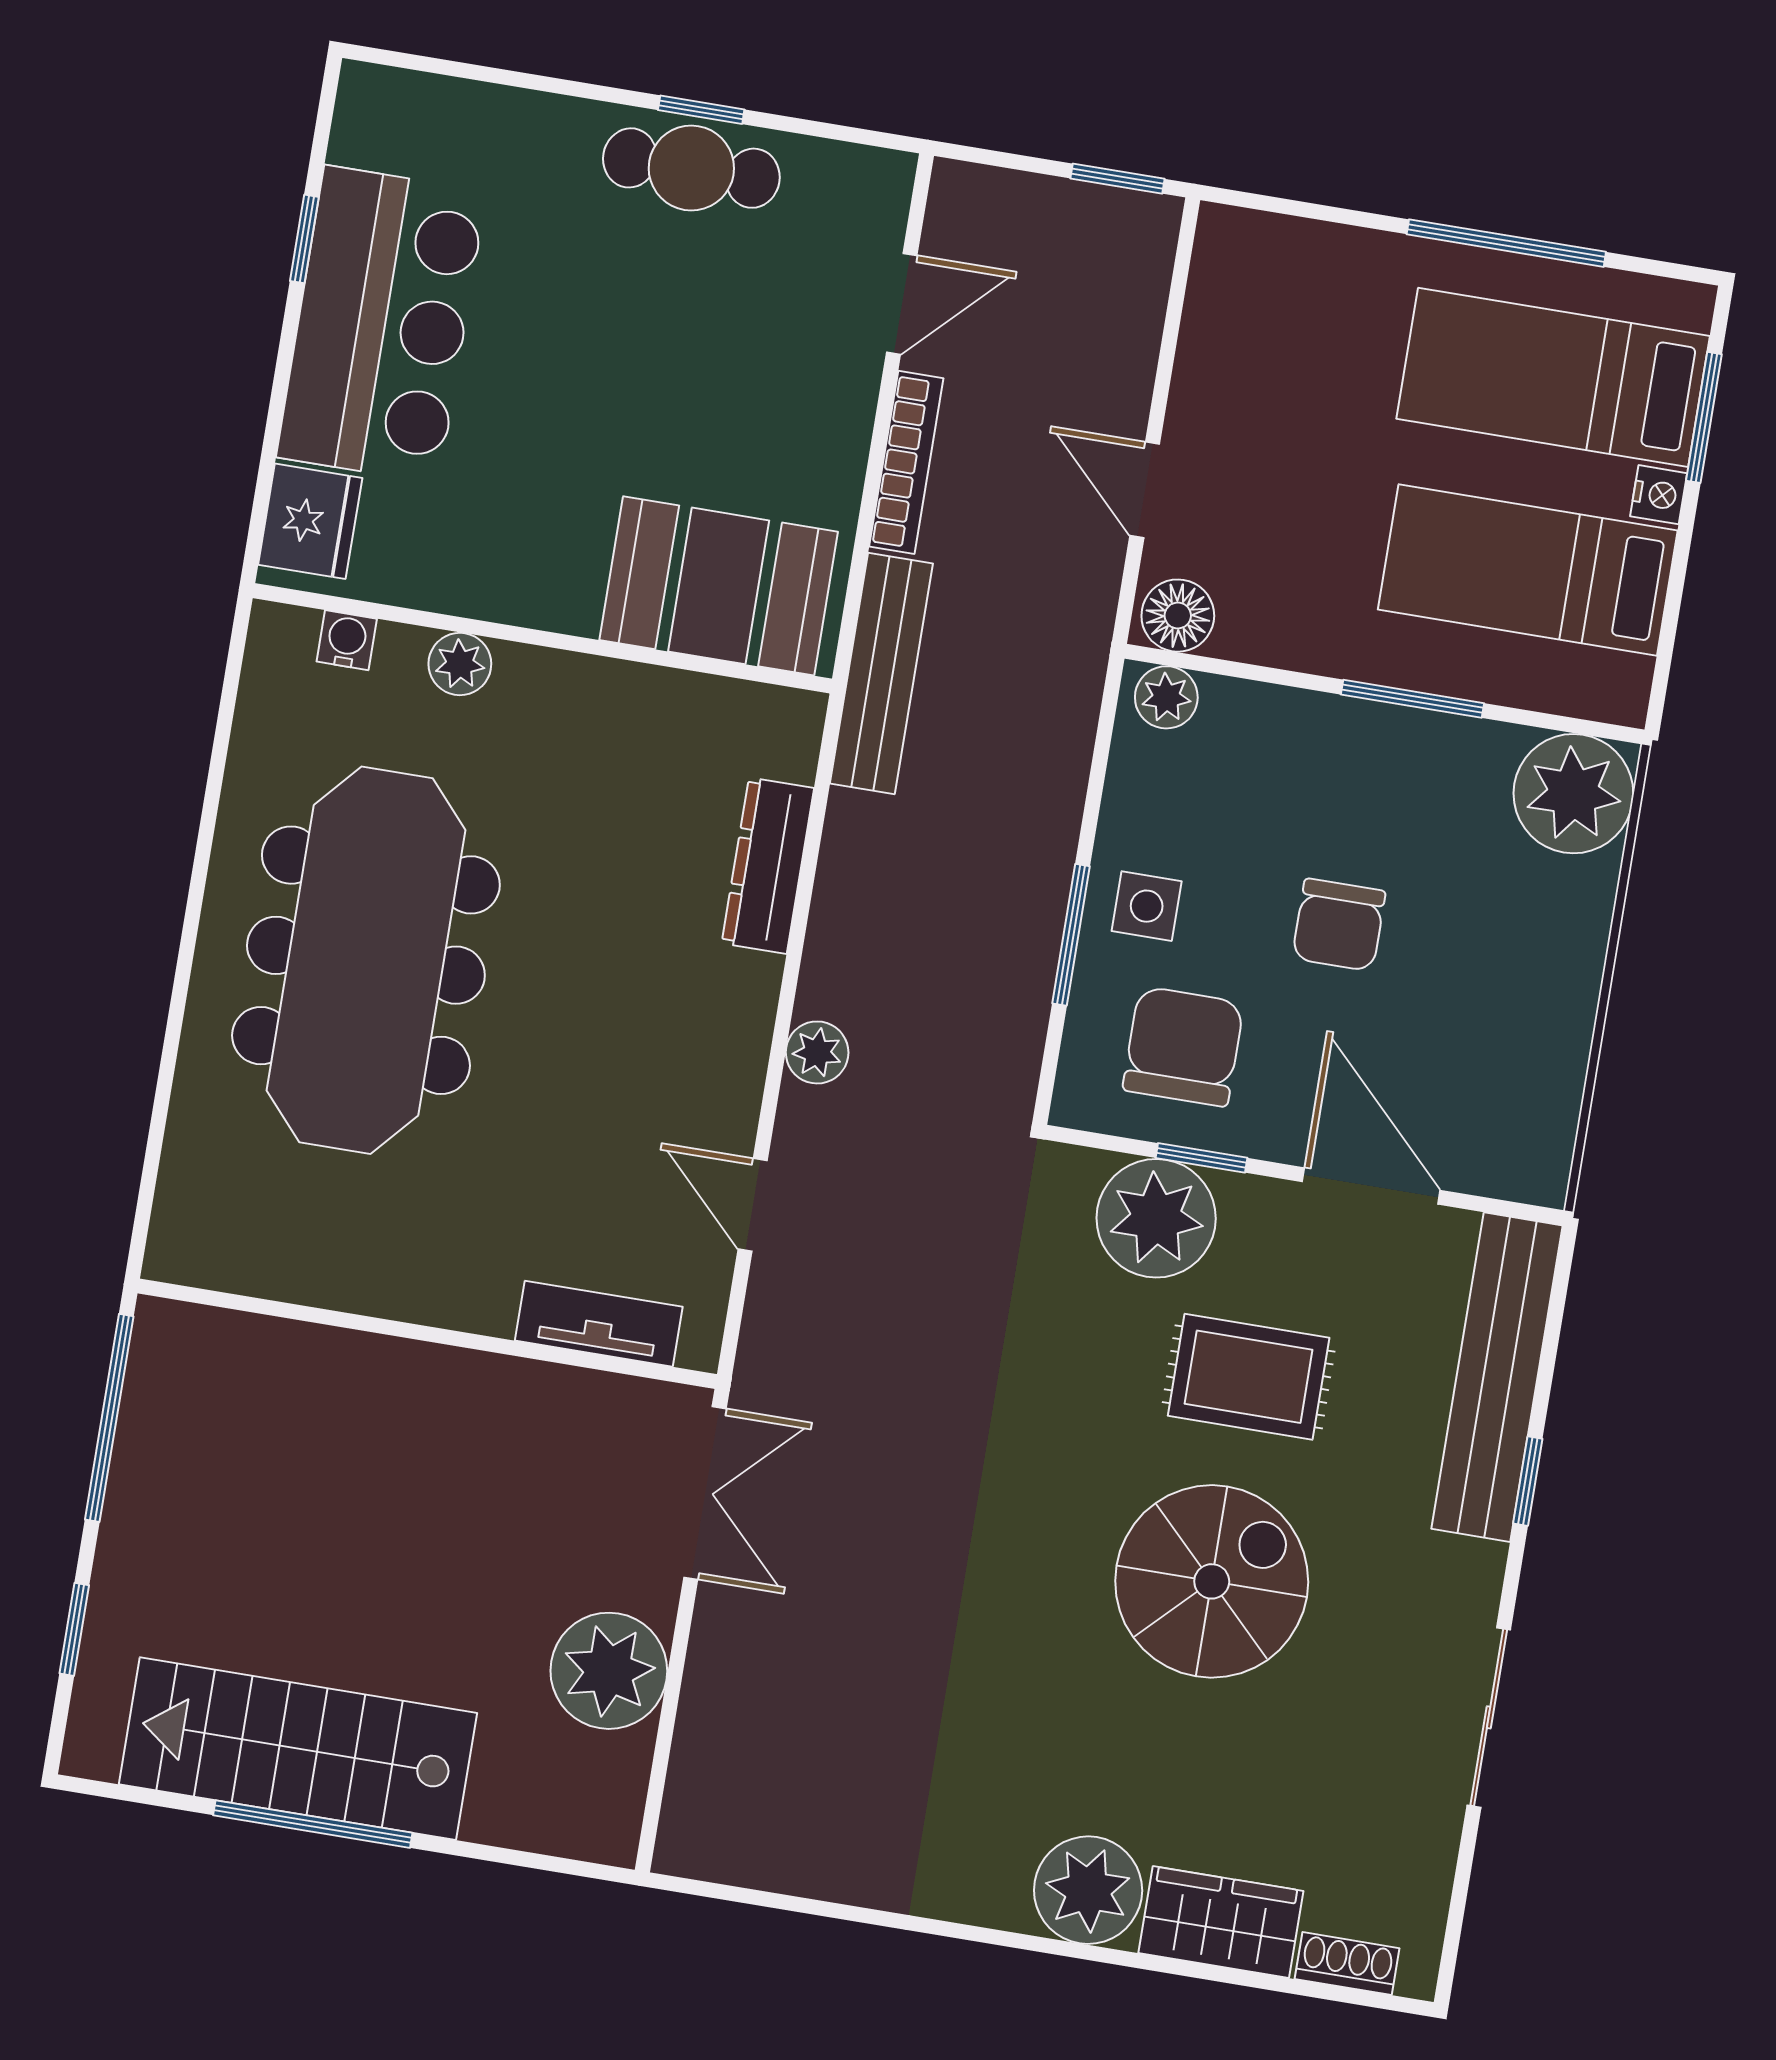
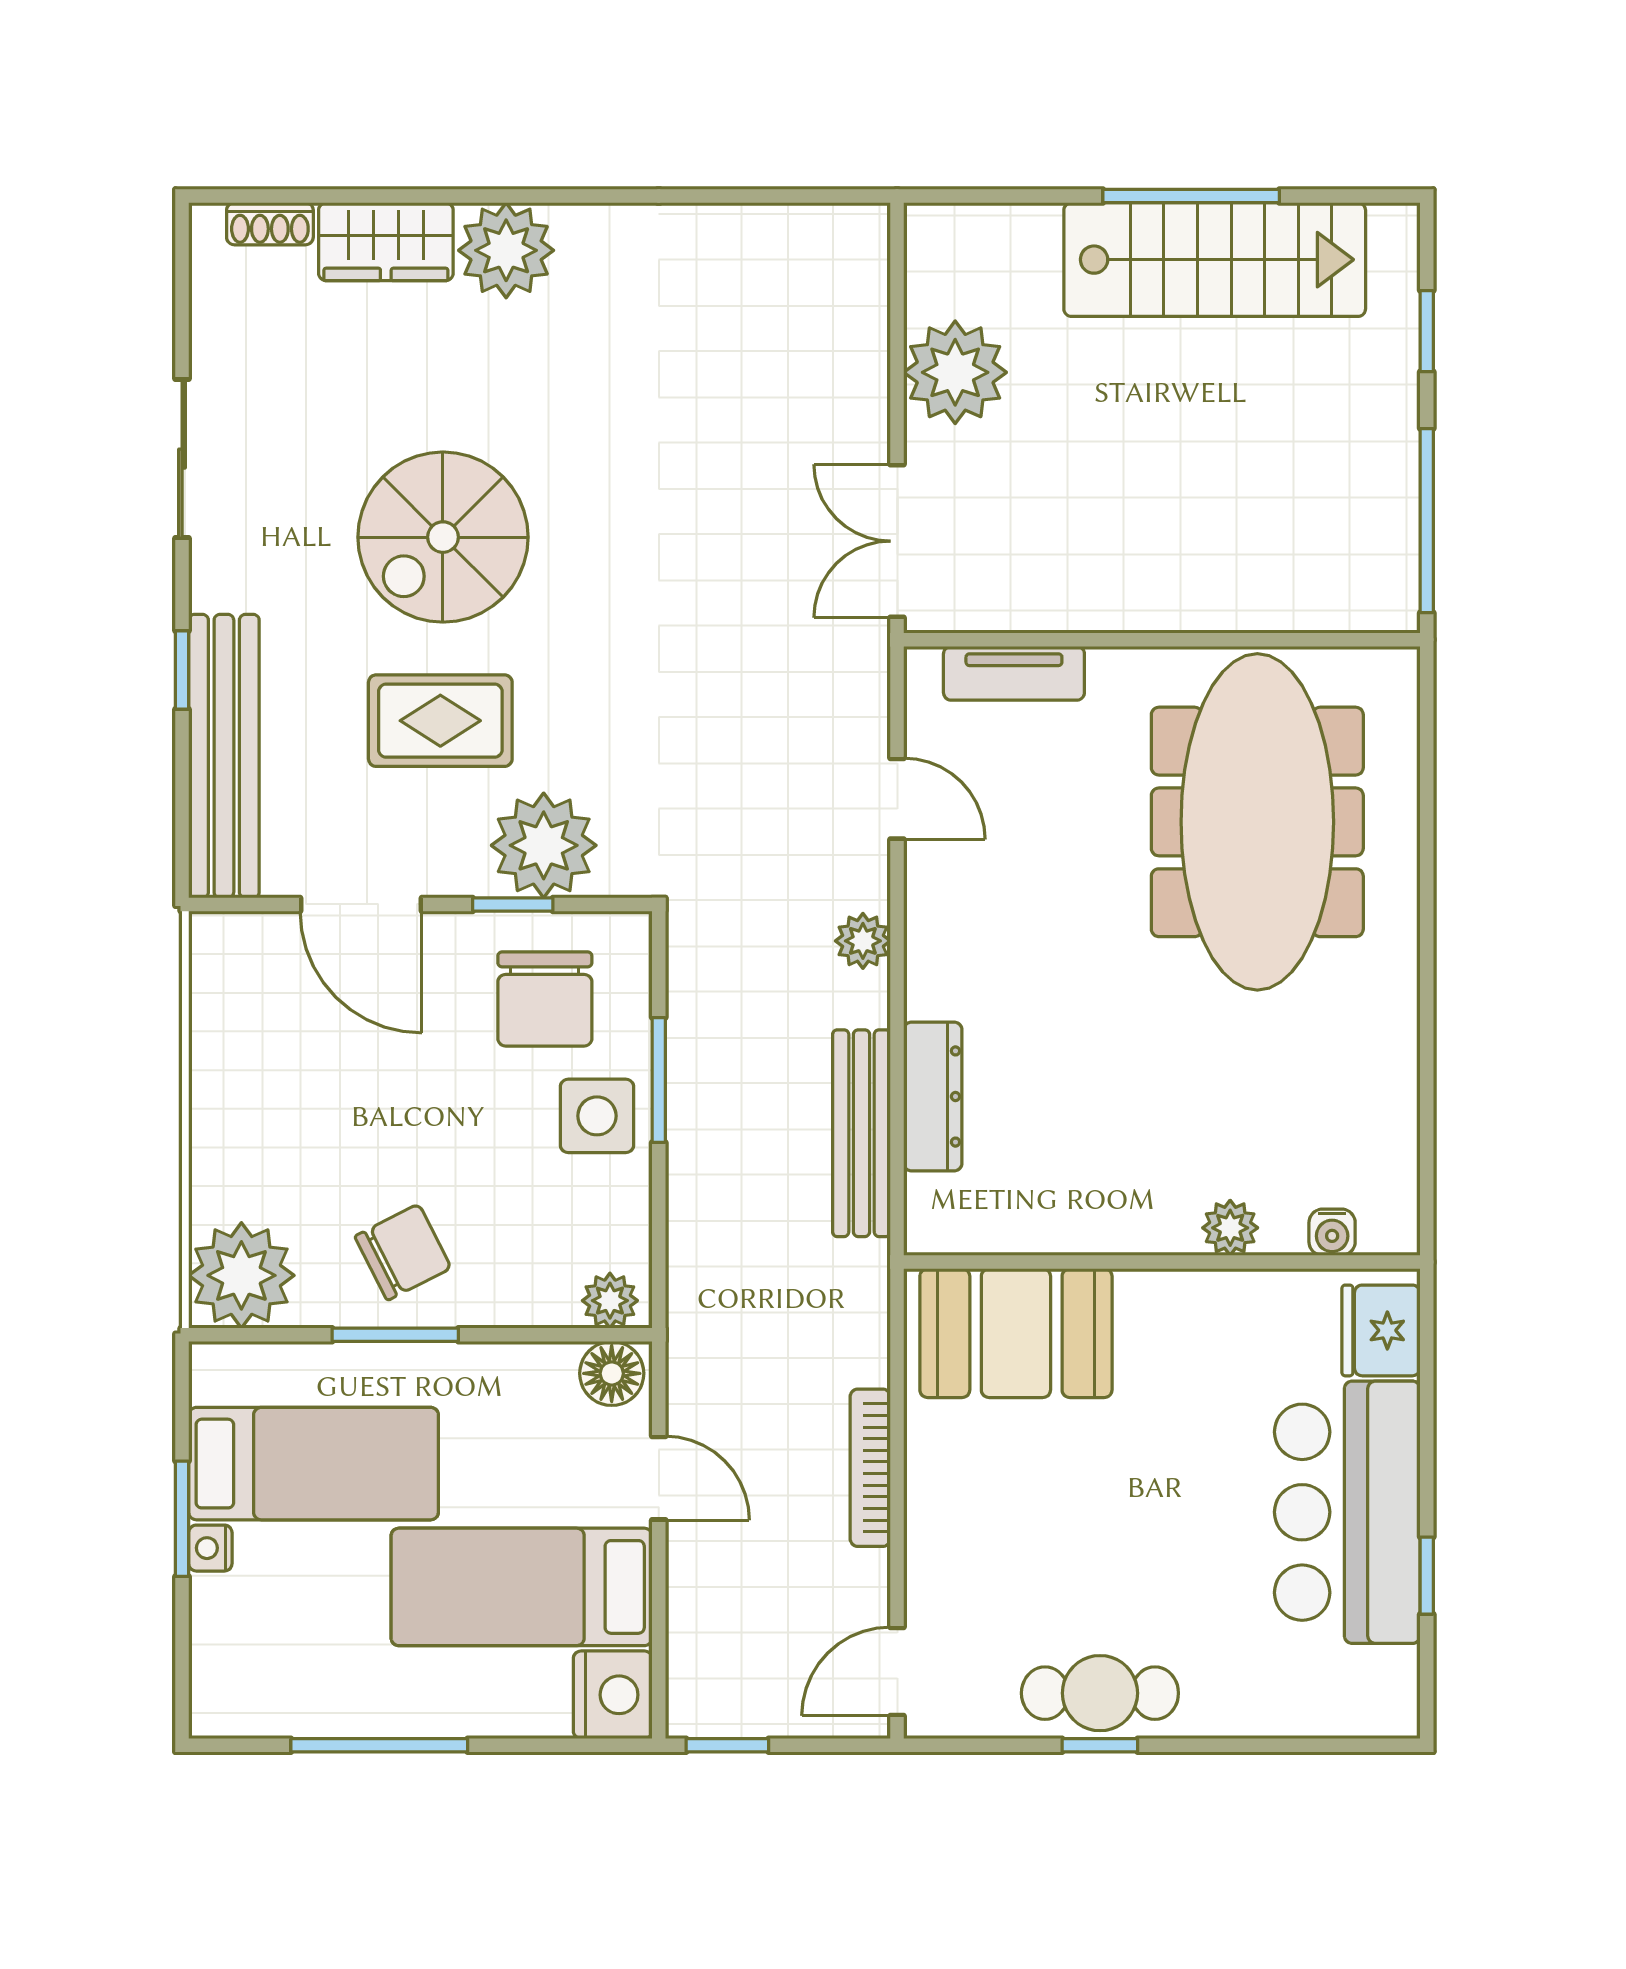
nightstand: (1236, 256) -> (613, 1695), added
door: (902, 304) -> (897, 1671), moved
bed: (1553, 377) -> (522, 1587), moved, turned 180
window: (1704, 417) -> (182, 1519), moved
bench: (881, 673) -> (861, 1133), moved
side table: (1147, 906) -> (597, 1116), width x1.37, depth x1.37
chair: (1339, 925) -> (403, 1252), moved, turned 63
meeting table: (366, 960) -> (1257, 822), moved

